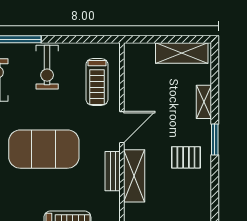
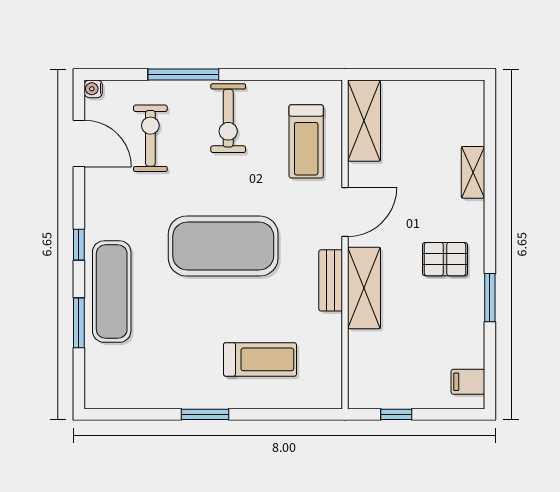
shelving: (182, 53) -> (364, 121), moved, turned 90
window: (215, 139) -> (490, 298), moved

